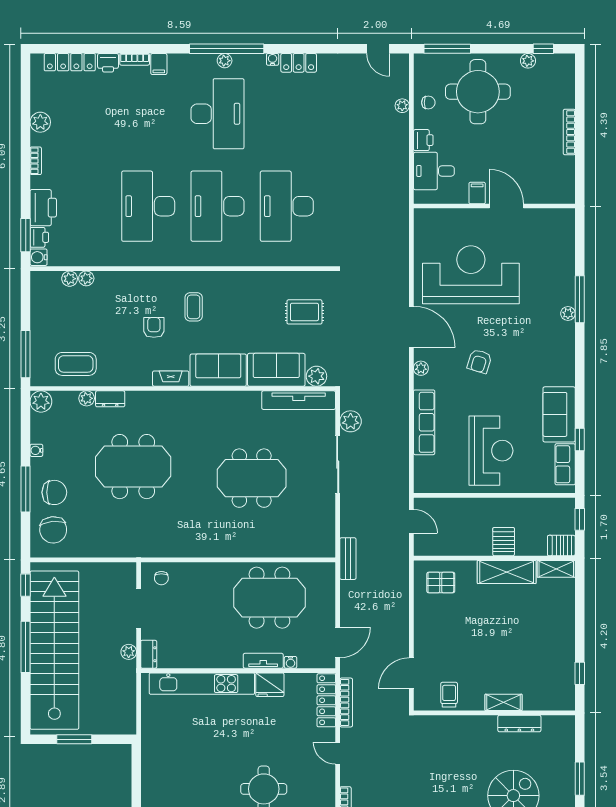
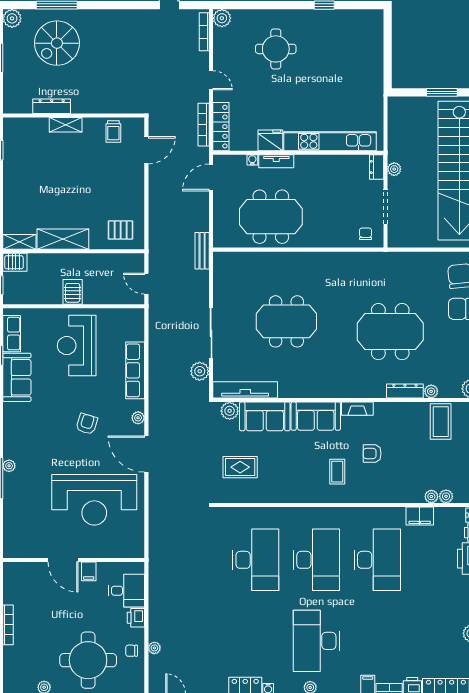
filing cabinet: (100, 256) -> (420, 516), added
armchair: (154, 327) -> (372, 454), turned 90
coffee table: (76, 364) -> (441, 422), turned 90
dresser: (110, 399) -> (405, 391), width x1.44
server rack: (504, 542) -> (73, 292), moved, turned 180

